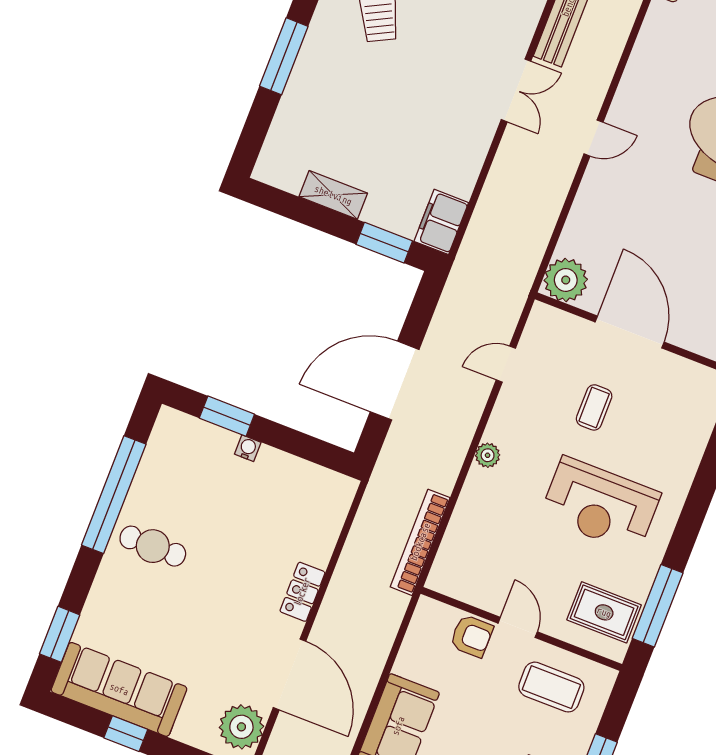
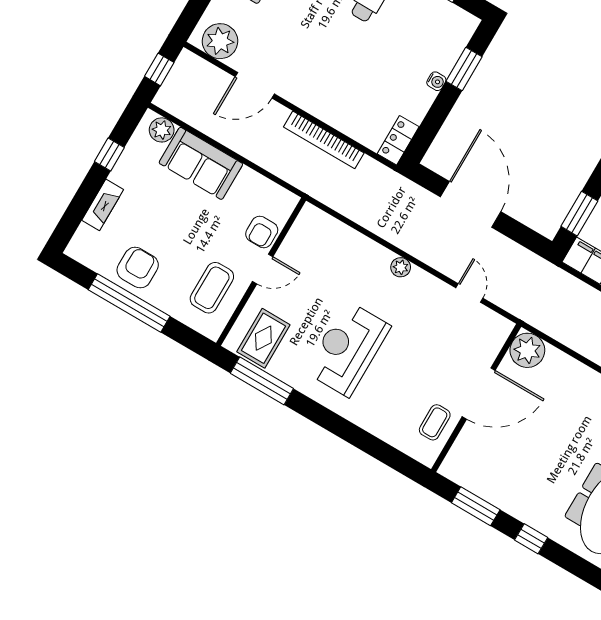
coffee table: (594, 407) -> (435, 422), moved, turned 90
bookcase: (420, 542) -> (324, 140), moved, turned 180
locker: (302, 592) -> (398, 140), moved, turned -90
door: (290, 674) -> (255, 85), width x0.73

